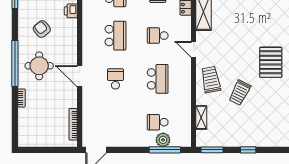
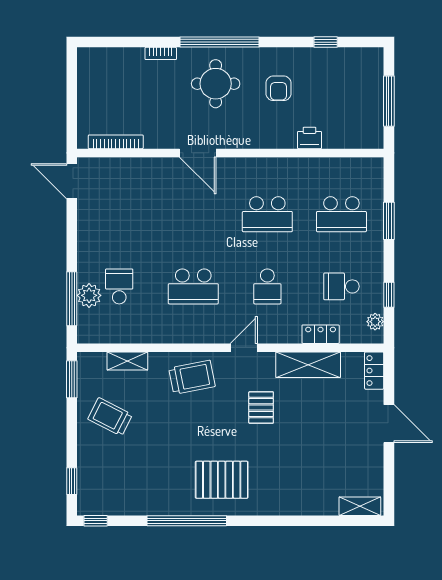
armchair: (42, 29) -> (278, 88), turned 129
school desk: (158, 36) -> (267, 286), turned 180
pallet: (229, 39) -> (261, 408), added
door: (80, 76) -> (198, 153), swing flipped
school desk: (115, 79) -> (193, 214), removed
trolley: (240, 93) -> (110, 417), moved
window: (248, 150) -> (72, 481), moved

